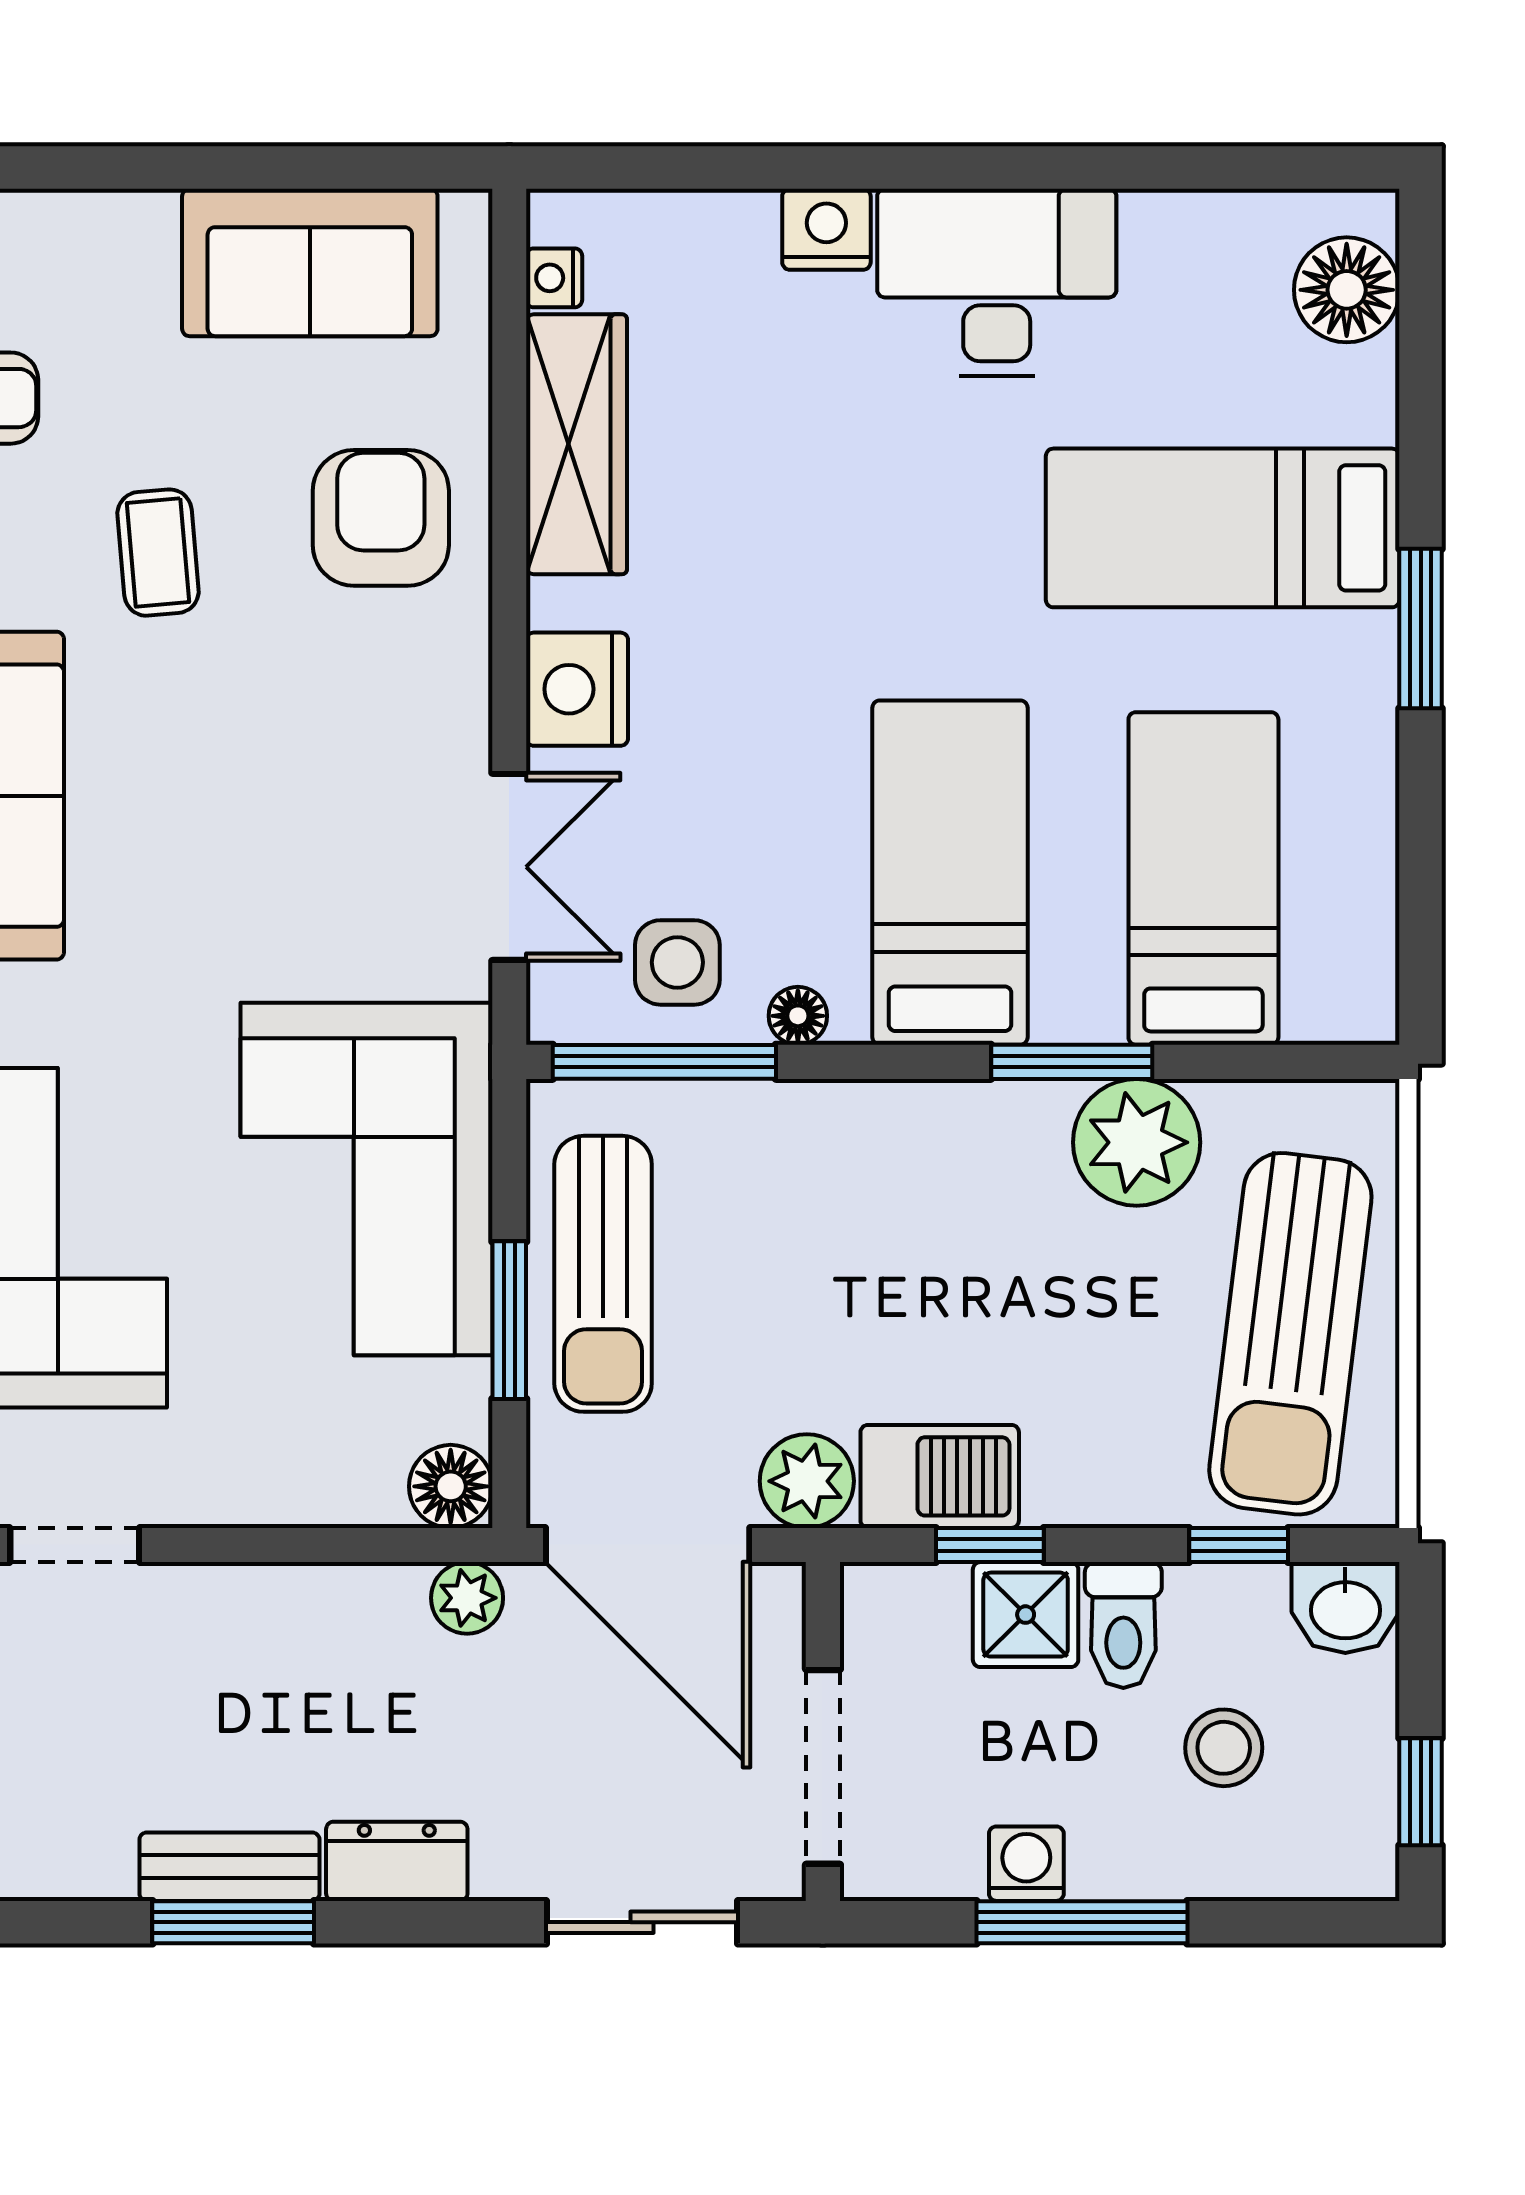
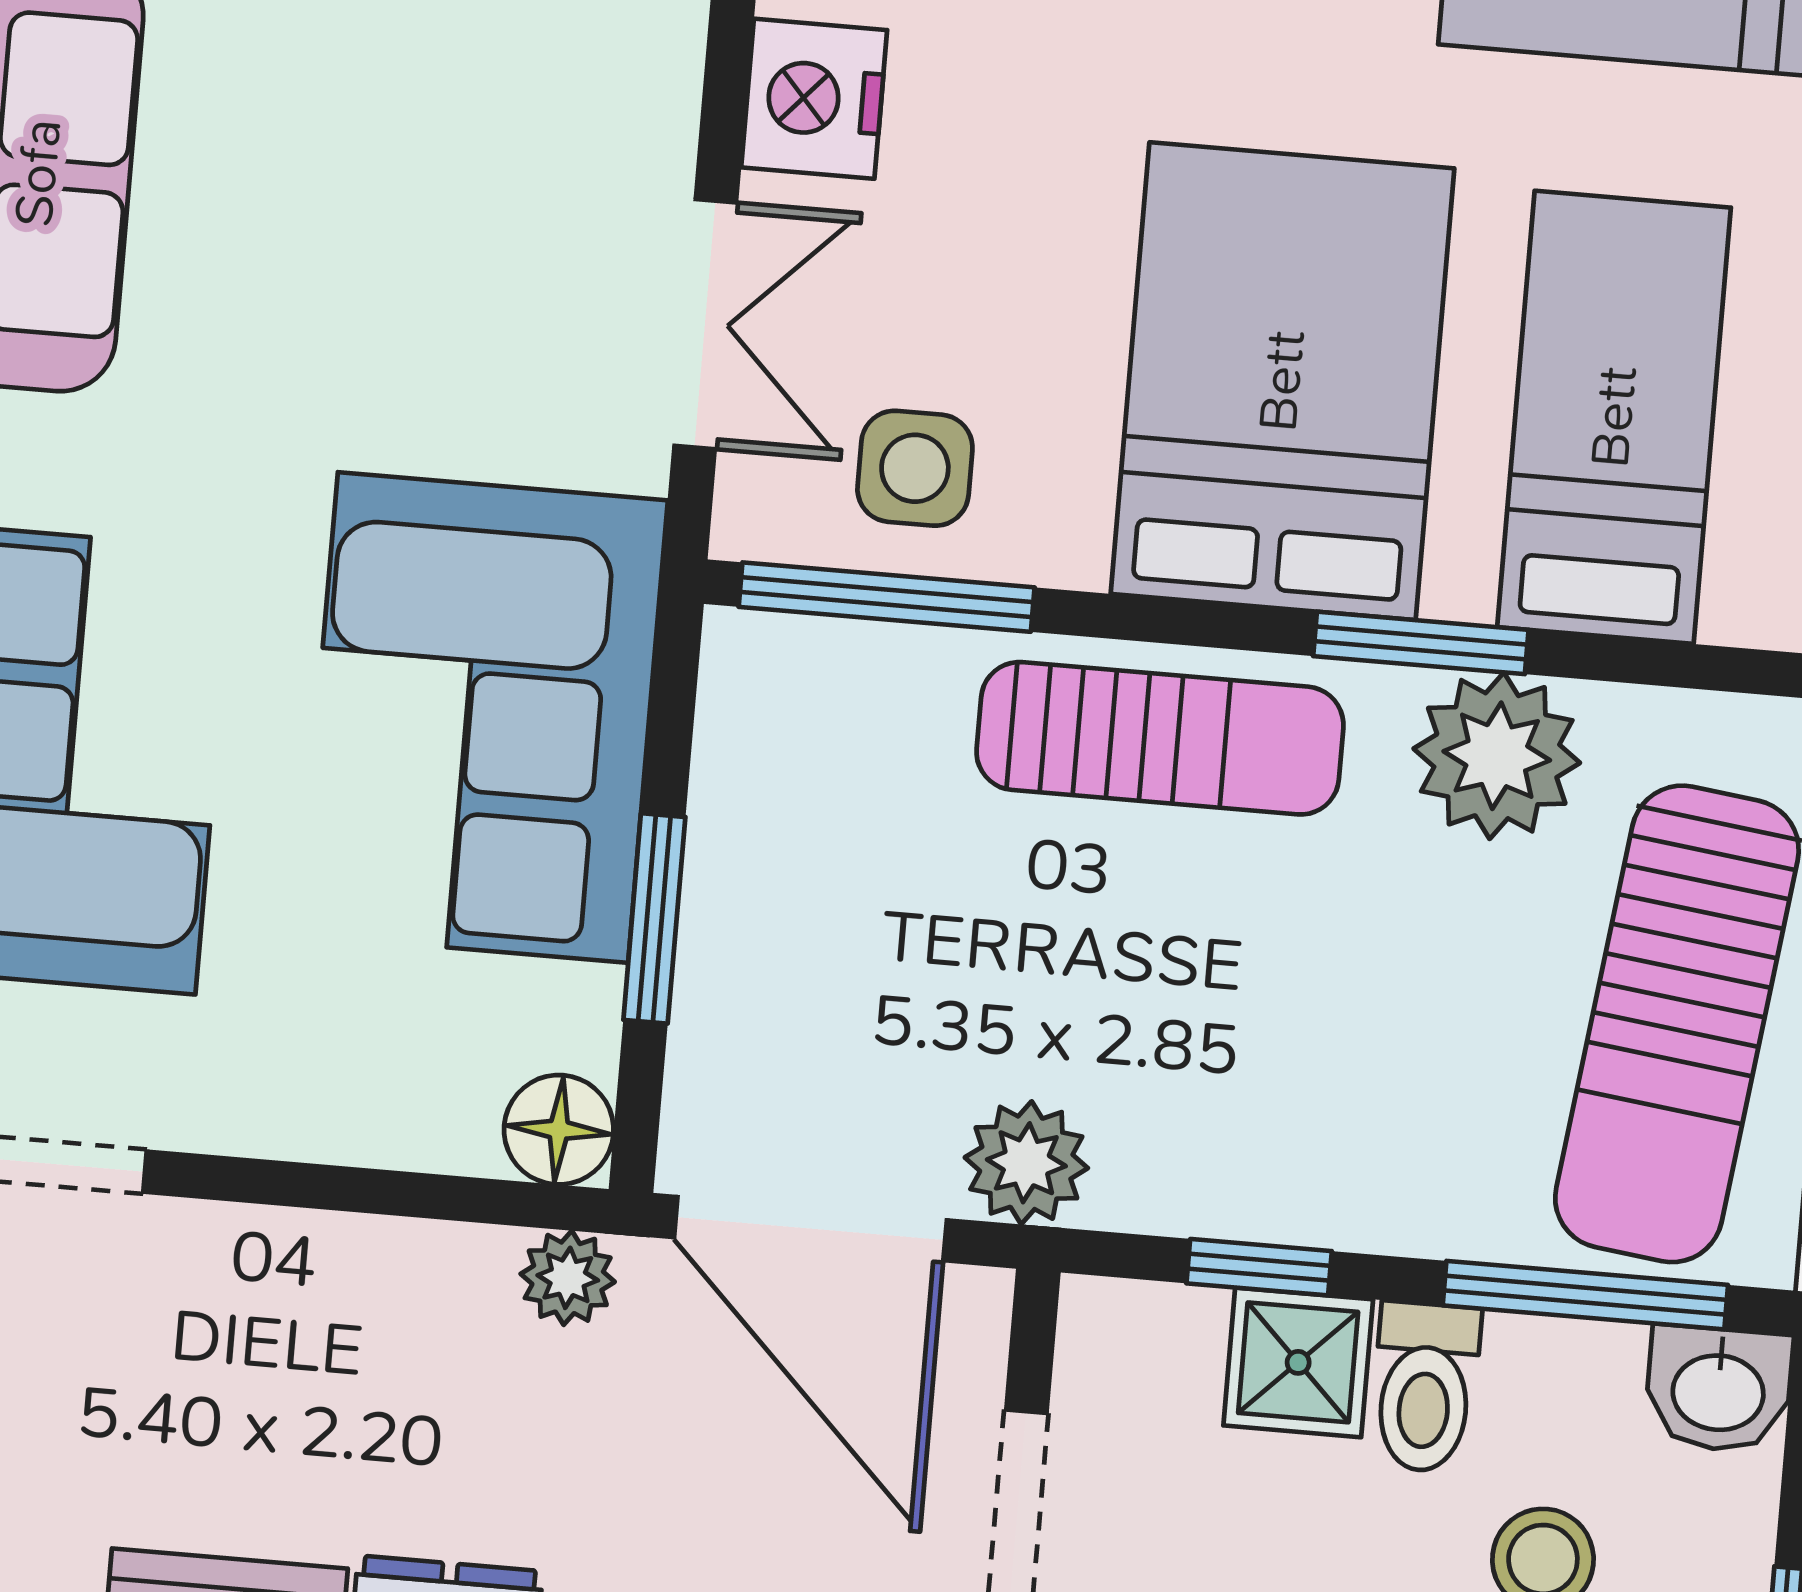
bed: (950, 873) -> (1282, 381), width x1.50
floor lamp: (798, 1016) -> (1067, 552), removed
sun lounger: (603, 1274) -> (1160, 738), moved, turned -90
barbecue: (940, 1476) -> (1201, 1172), removed
window: (1239, 1545) -> (1585, 1295), width x2.17

